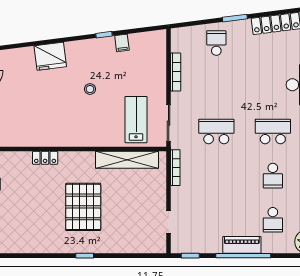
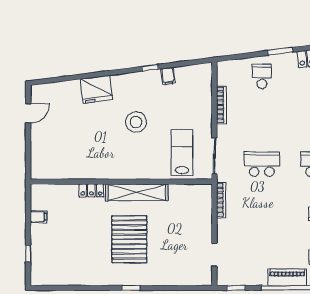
stool: (90, 89) -> (136, 122), width x1.89, depth x1.89
shelving: (127, 160) -> (137, 192), moved

